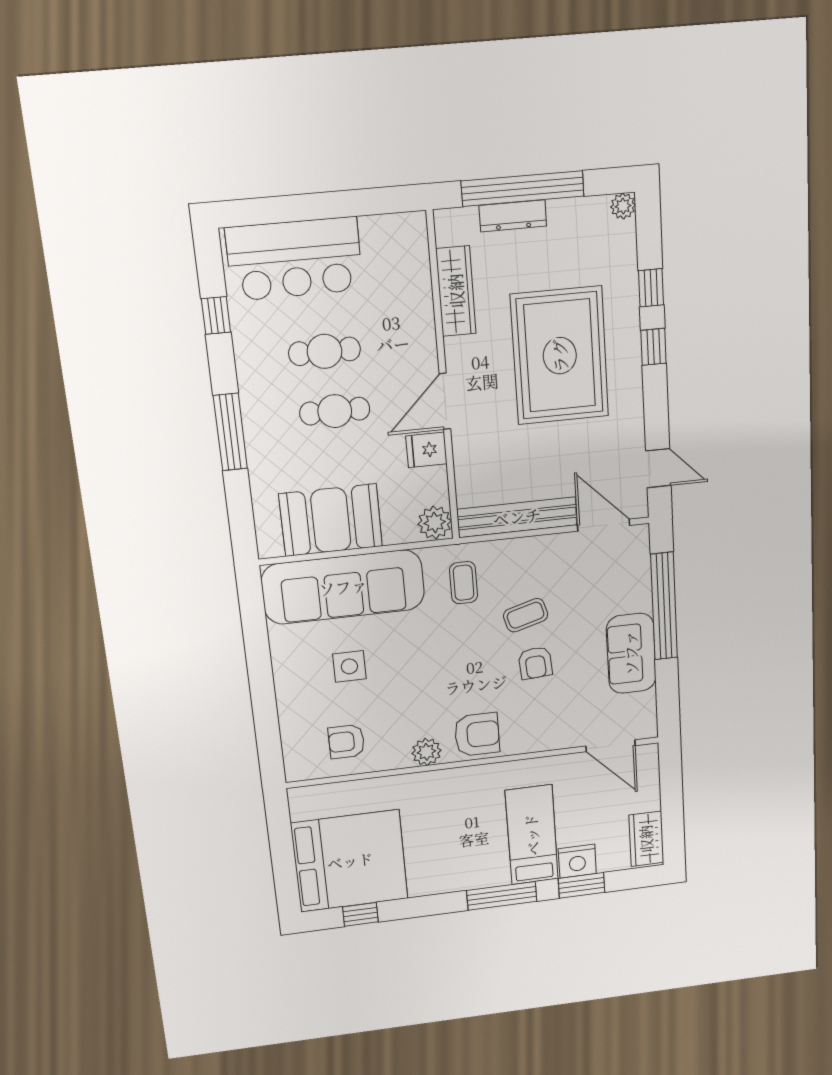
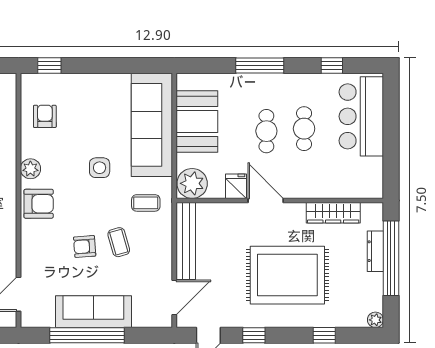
window: (653, 347) -> (254, 335), moved
plant: (435, 523) -> (192, 183), width x1.36, depth x1.36
window: (664, 606) -> (87, 335), moved
sofa: (631, 653) -> (93, 312), width x1.36
side table: (349, 666) -> (100, 168), moved
armchair: (477, 734) -> (39, 204), turned -90
window: (269, 744) -> (49, 65), added

